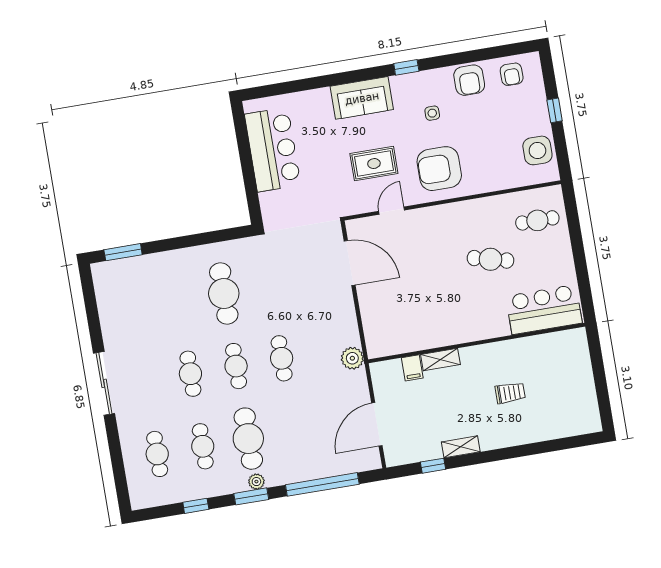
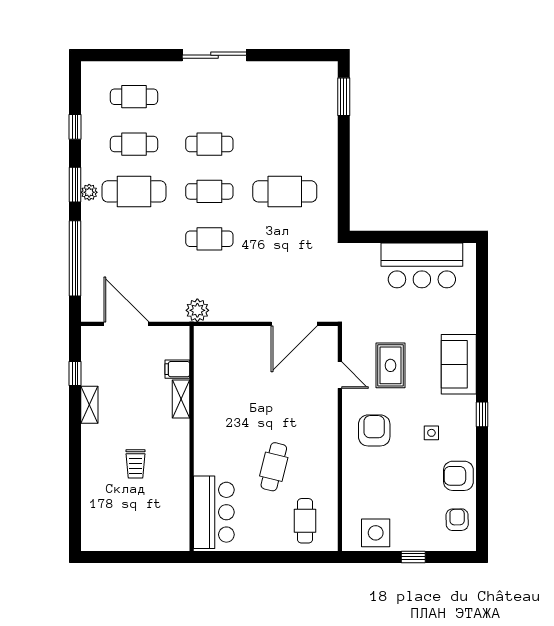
armchair: (512, 74) -> (457, 520), turned 89
armchair: (439, 169) -> (374, 430), width x0.73, depth x0.73

